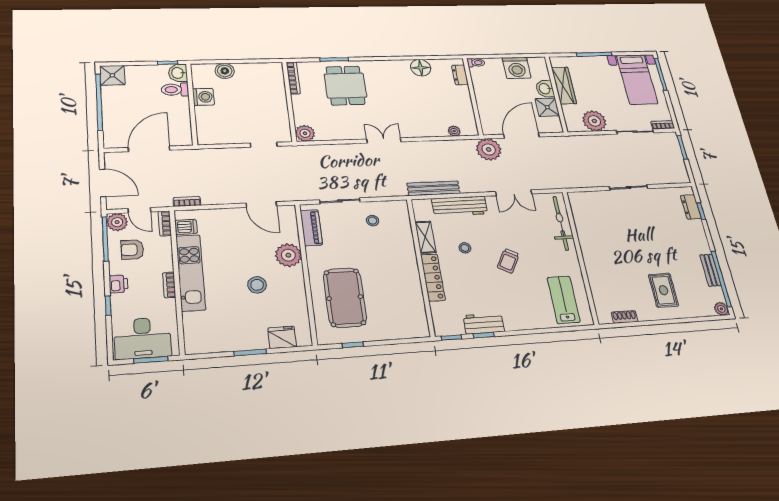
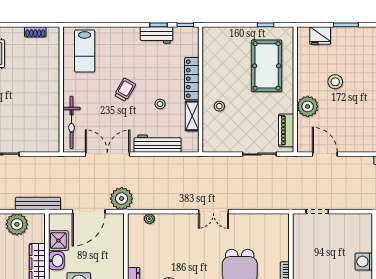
plant: (305, 133) -> (281, 221), removed
bench: (433, 188) -> (38, 204), moved
double door: (514, 193) -> (107, 154), width x1.37
stool: (373, 221) -> (219, 106), moved

